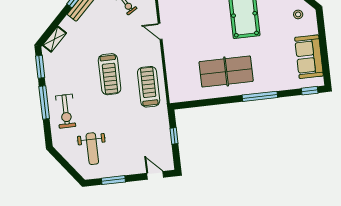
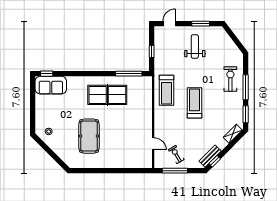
door: (160, 31) -> (153, 144), moved
sofa: (309, 57) -> (51, 85), moved, turned 90
window: (260, 96) -> (129, 74), moved
weight bench: (92, 149) -> (195, 46), moved
door: (155, 175) -> (169, 24), swing flipped

